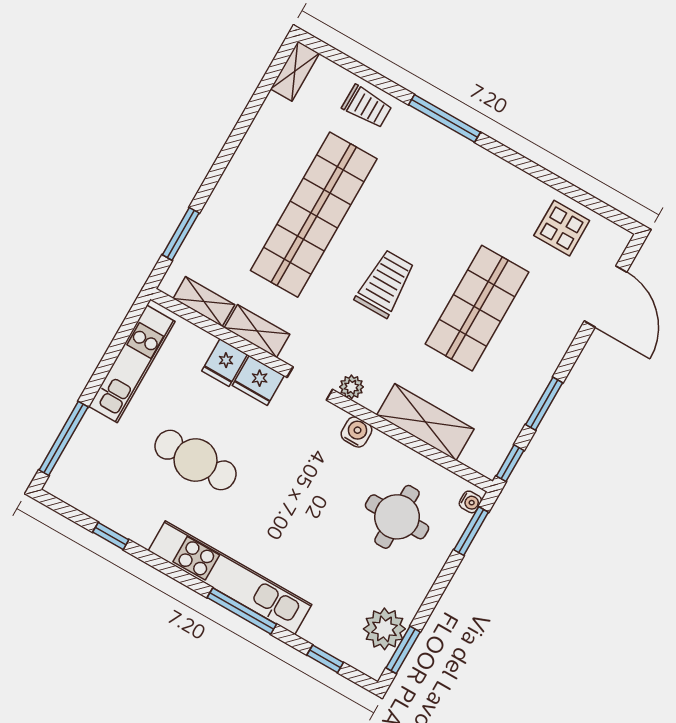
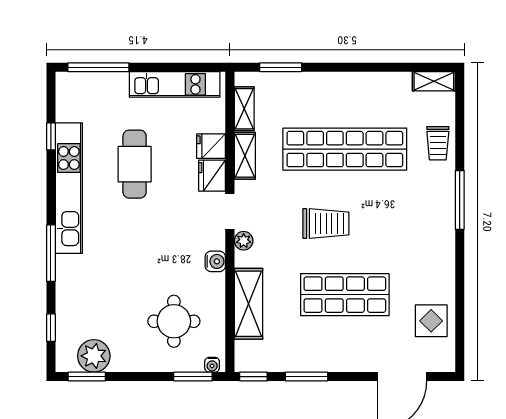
kitchen unit: (230, 578) -> (69, 188), moved

